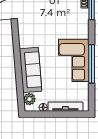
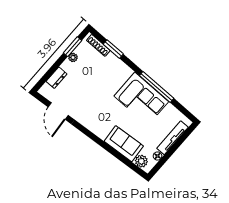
sofa: (31, 70) -> (124, 144), width x0.73

